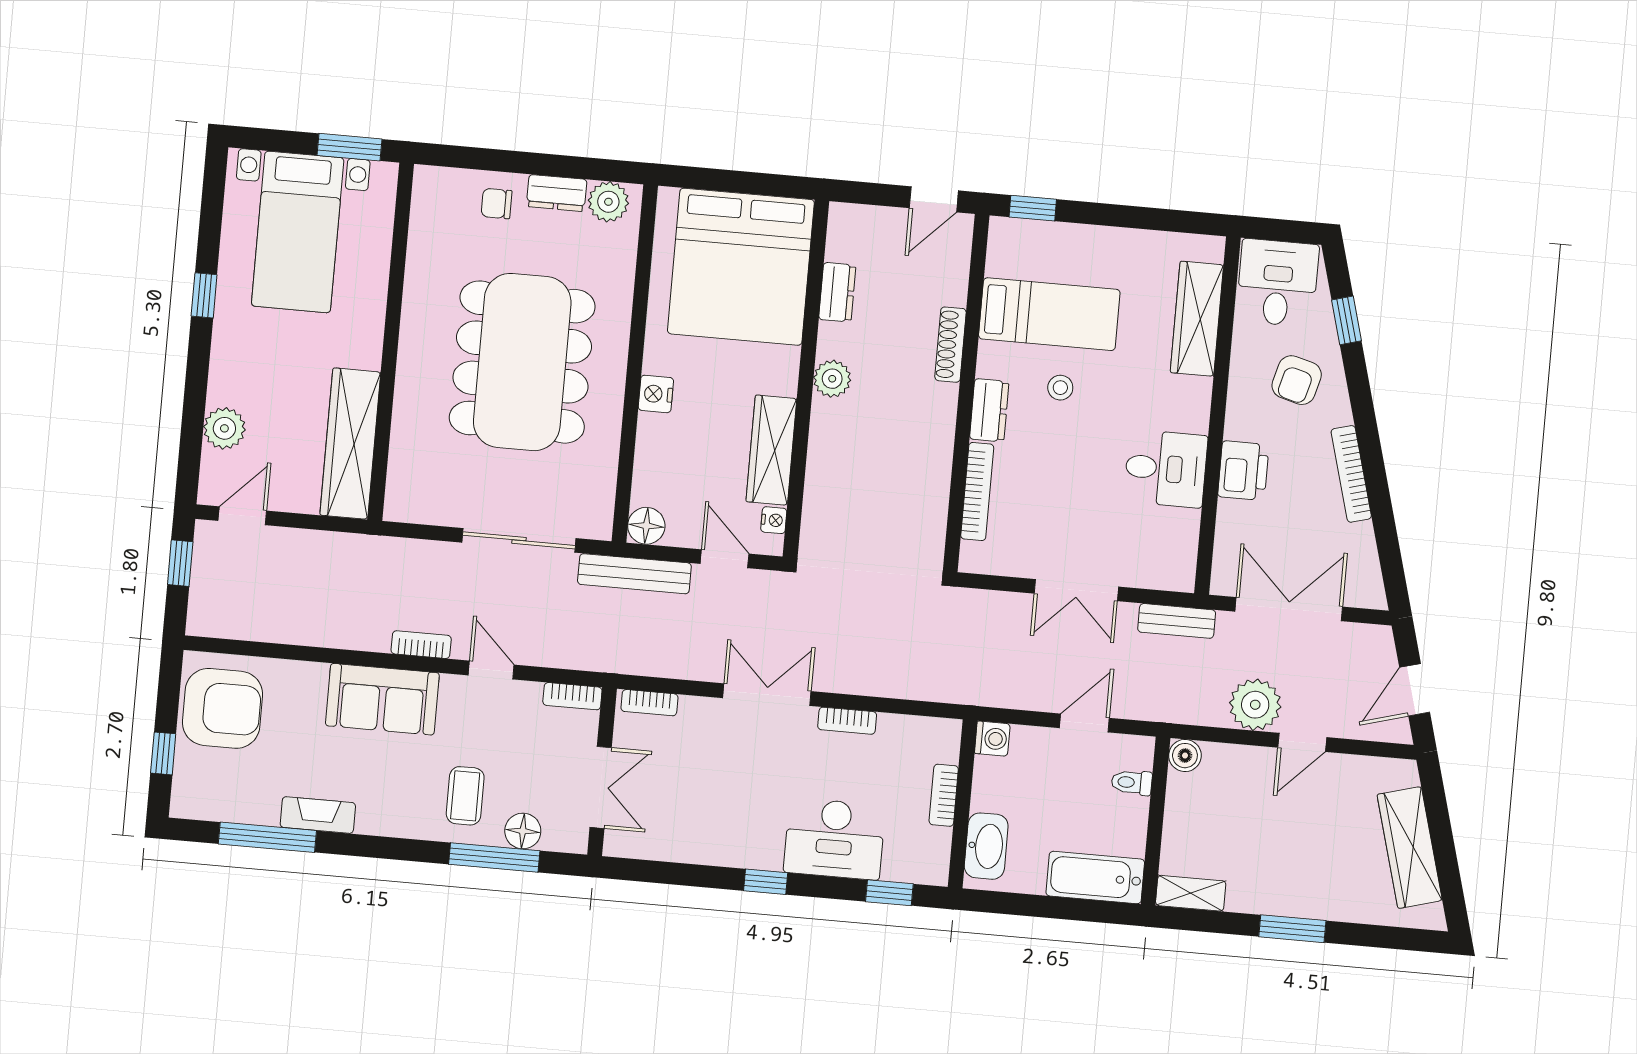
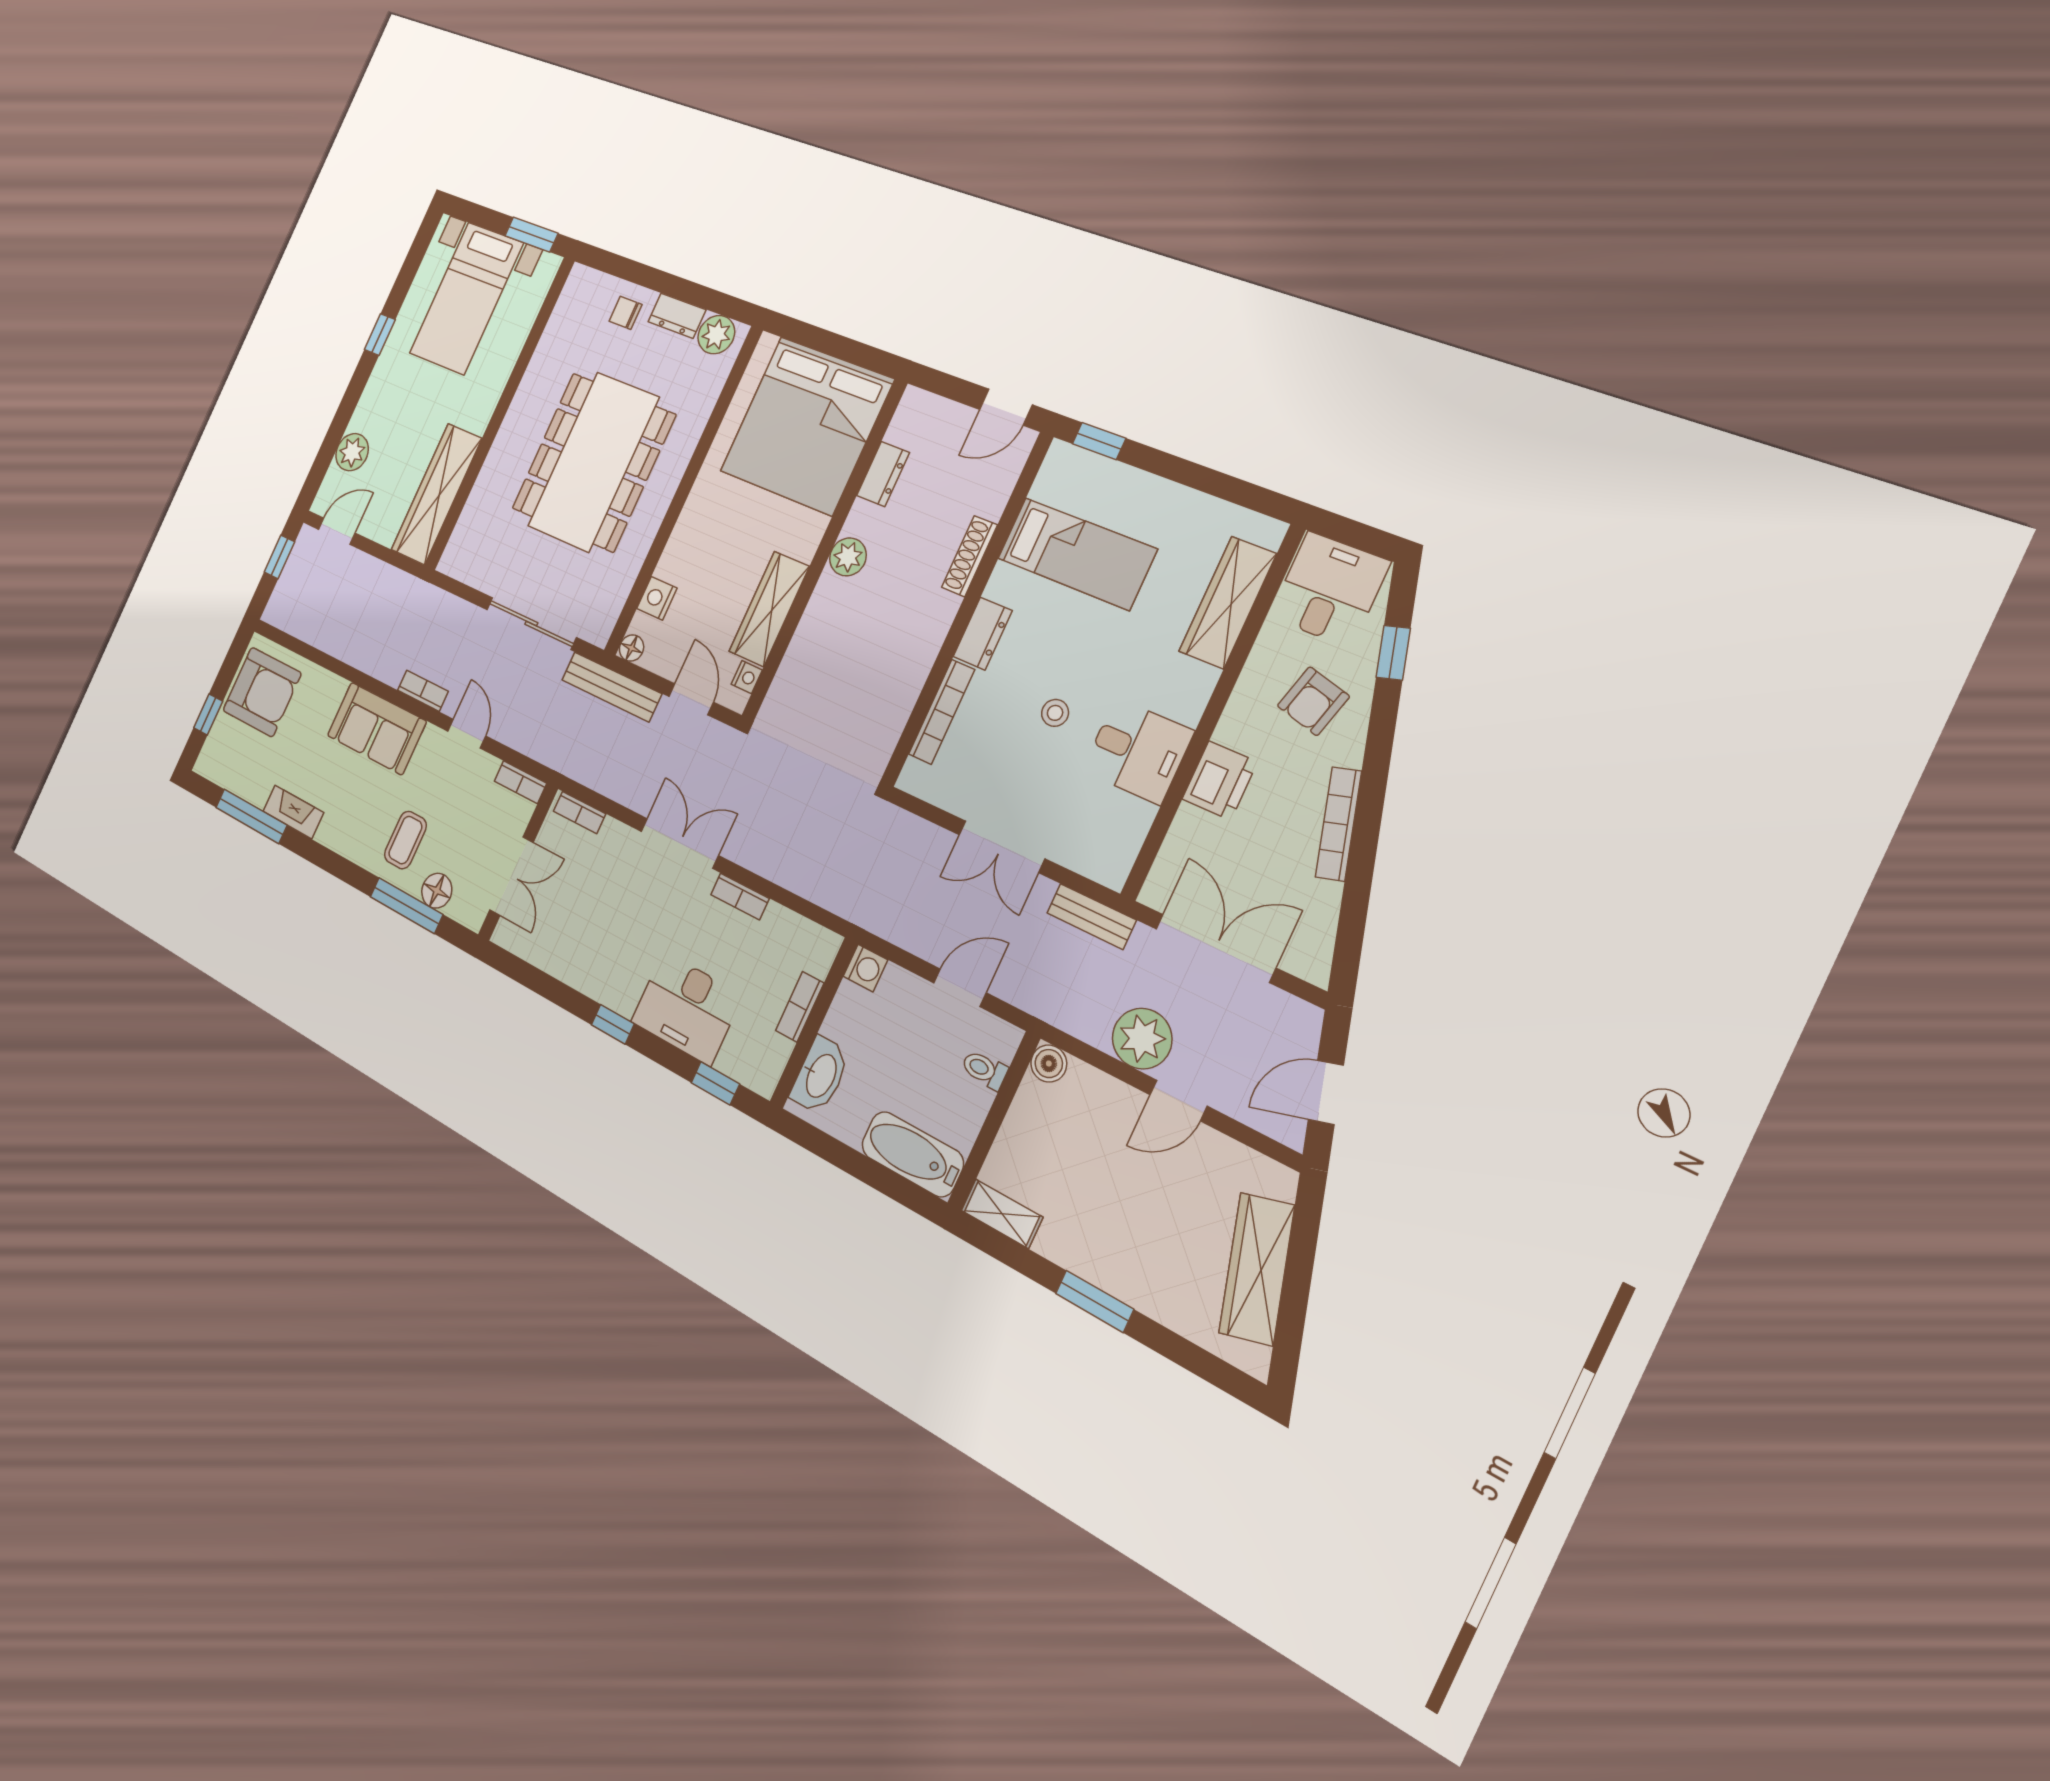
stool: (1060, 388) -> (1055, 713), moved
nightstand: (656, 394) -> (657, 598), moved
floor lamp: (646, 526) -> (632, 648), width x0.73, depth x0.73

